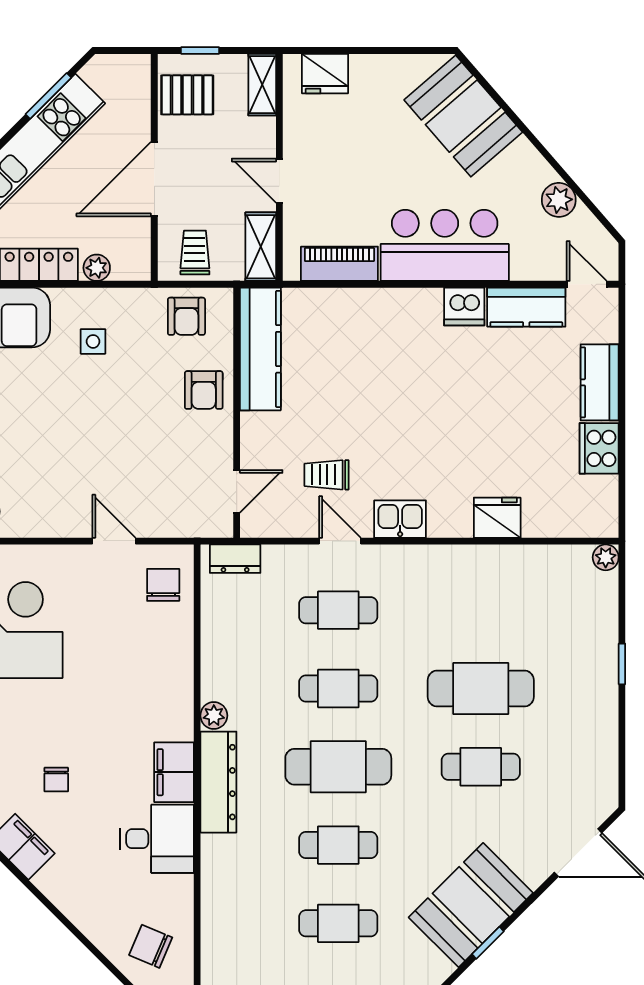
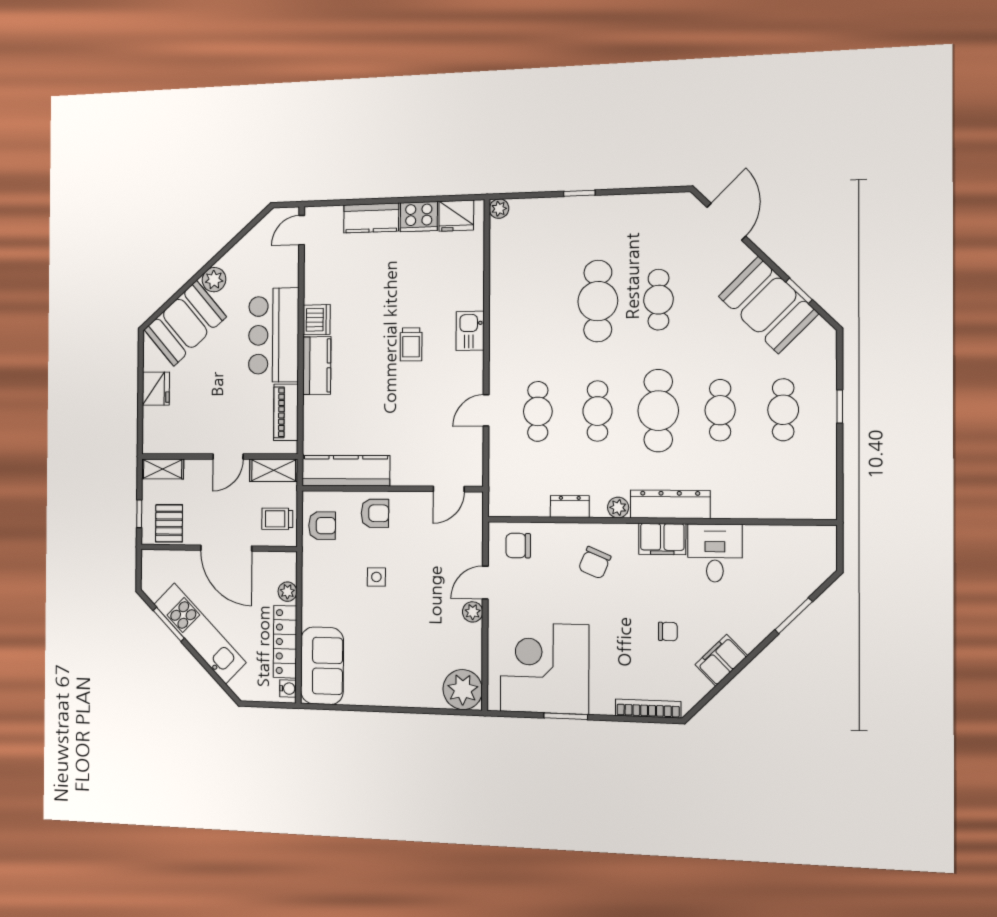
fridge: (325, 74) -> (156, 389), moved
plant: (559, 200) -> (214, 280), moved
kitchen counter: (526, 307) -> (317, 366), moved
side table: (93, 341) -> (376, 577), moved
trolley: (327, 475) -> (411, 344), moved
door: (237, 491) -> (449, 489), swing flipped
fridge: (497, 518) -> (456, 216), moved, turned -90
kitchen sink: (400, 519) -> (470, 331), moved
plant: (75, 524) -> (473, 612), added
dresser: (235, 559) -> (570, 506), moved, turned -90
window: (80, 936) -> (794, 616), added
chair: (151, 946) -> (595, 563), moved

